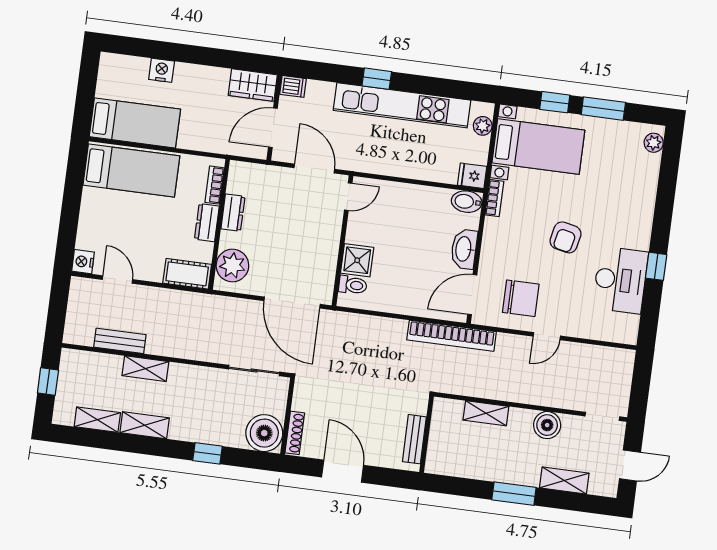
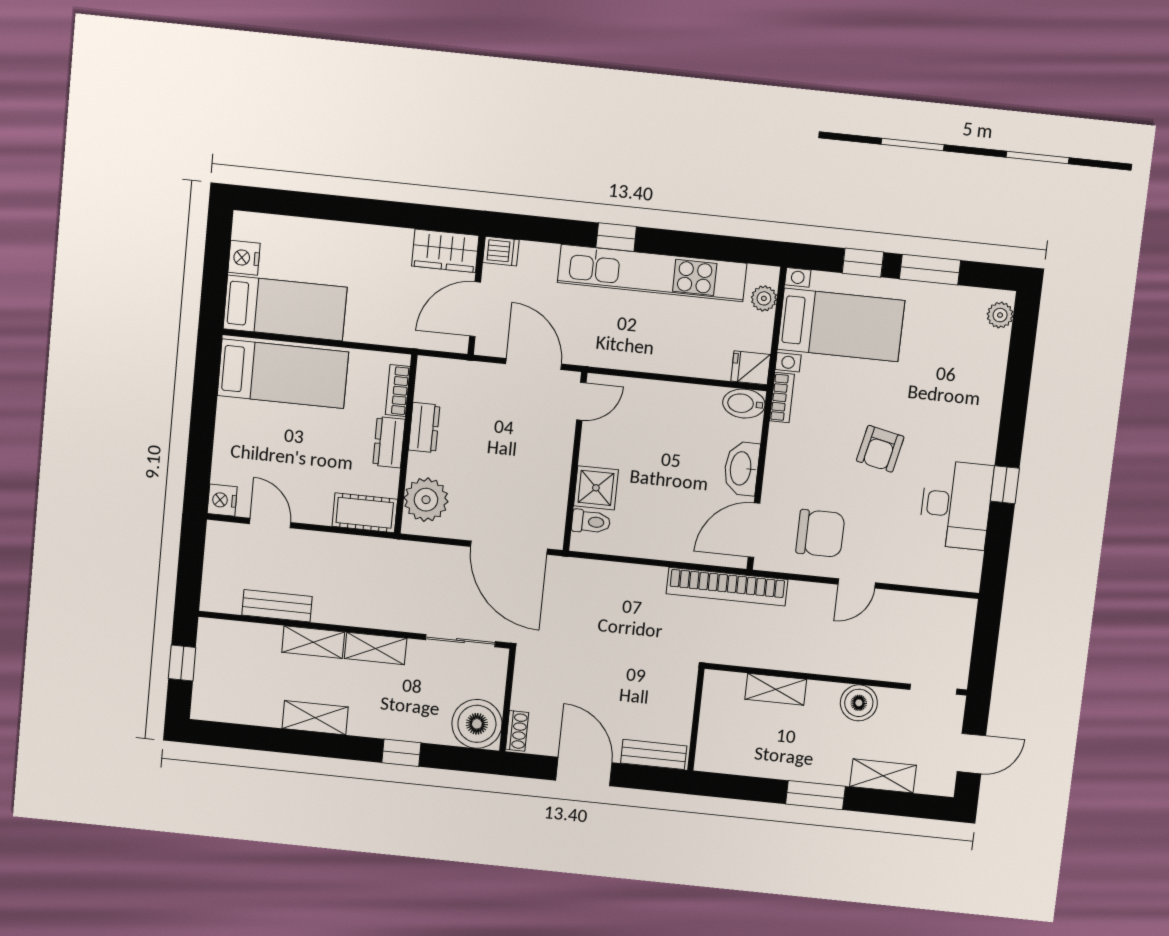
nightstand: (162, 70) -> (244, 258), moved, turned -90
shelving: (97, 420) -> (376, 648), moved
shoe rack: (295, 433) -> (517, 731), width x0.70
bench: (414, 439) -> (654, 754), moved, turned 90

